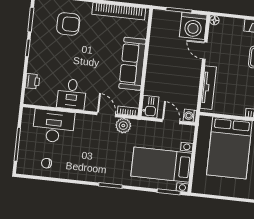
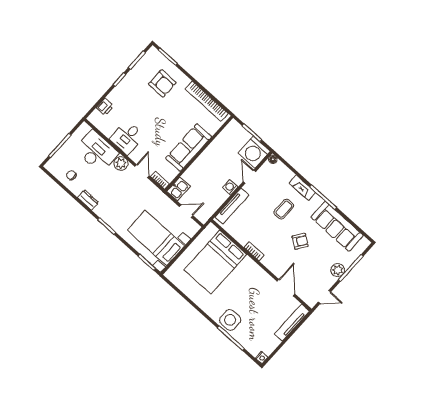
washing machine: (190, 116) -> (230, 187), moved
door: (171, 121) -> (186, 211), hinge flipped
plant: (123, 126) -> (121, 163), moved
dresser: (77, 174) -> (88, 200), added

